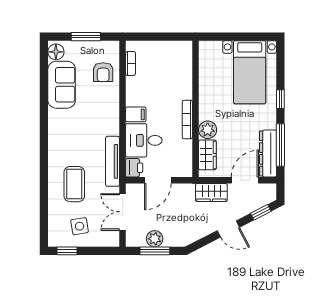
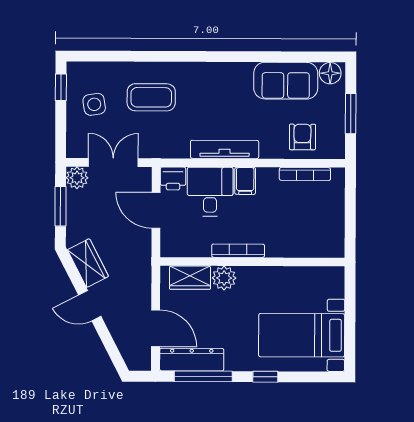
bookcase: (131, 63) -> (305, 174), width x1.56
armchair: (103, 72) -> (302, 137), turned 90
tv unit: (113, 161) -> (225, 149), moved
wardrobe: (211, 193) -> (88, 263), moved, turned 153
window: (261, 212) -> (112, 350), removed
door: (228, 229) -> (90, 306), hinge flipped
plant: (155, 239) -> (77, 178), moved

